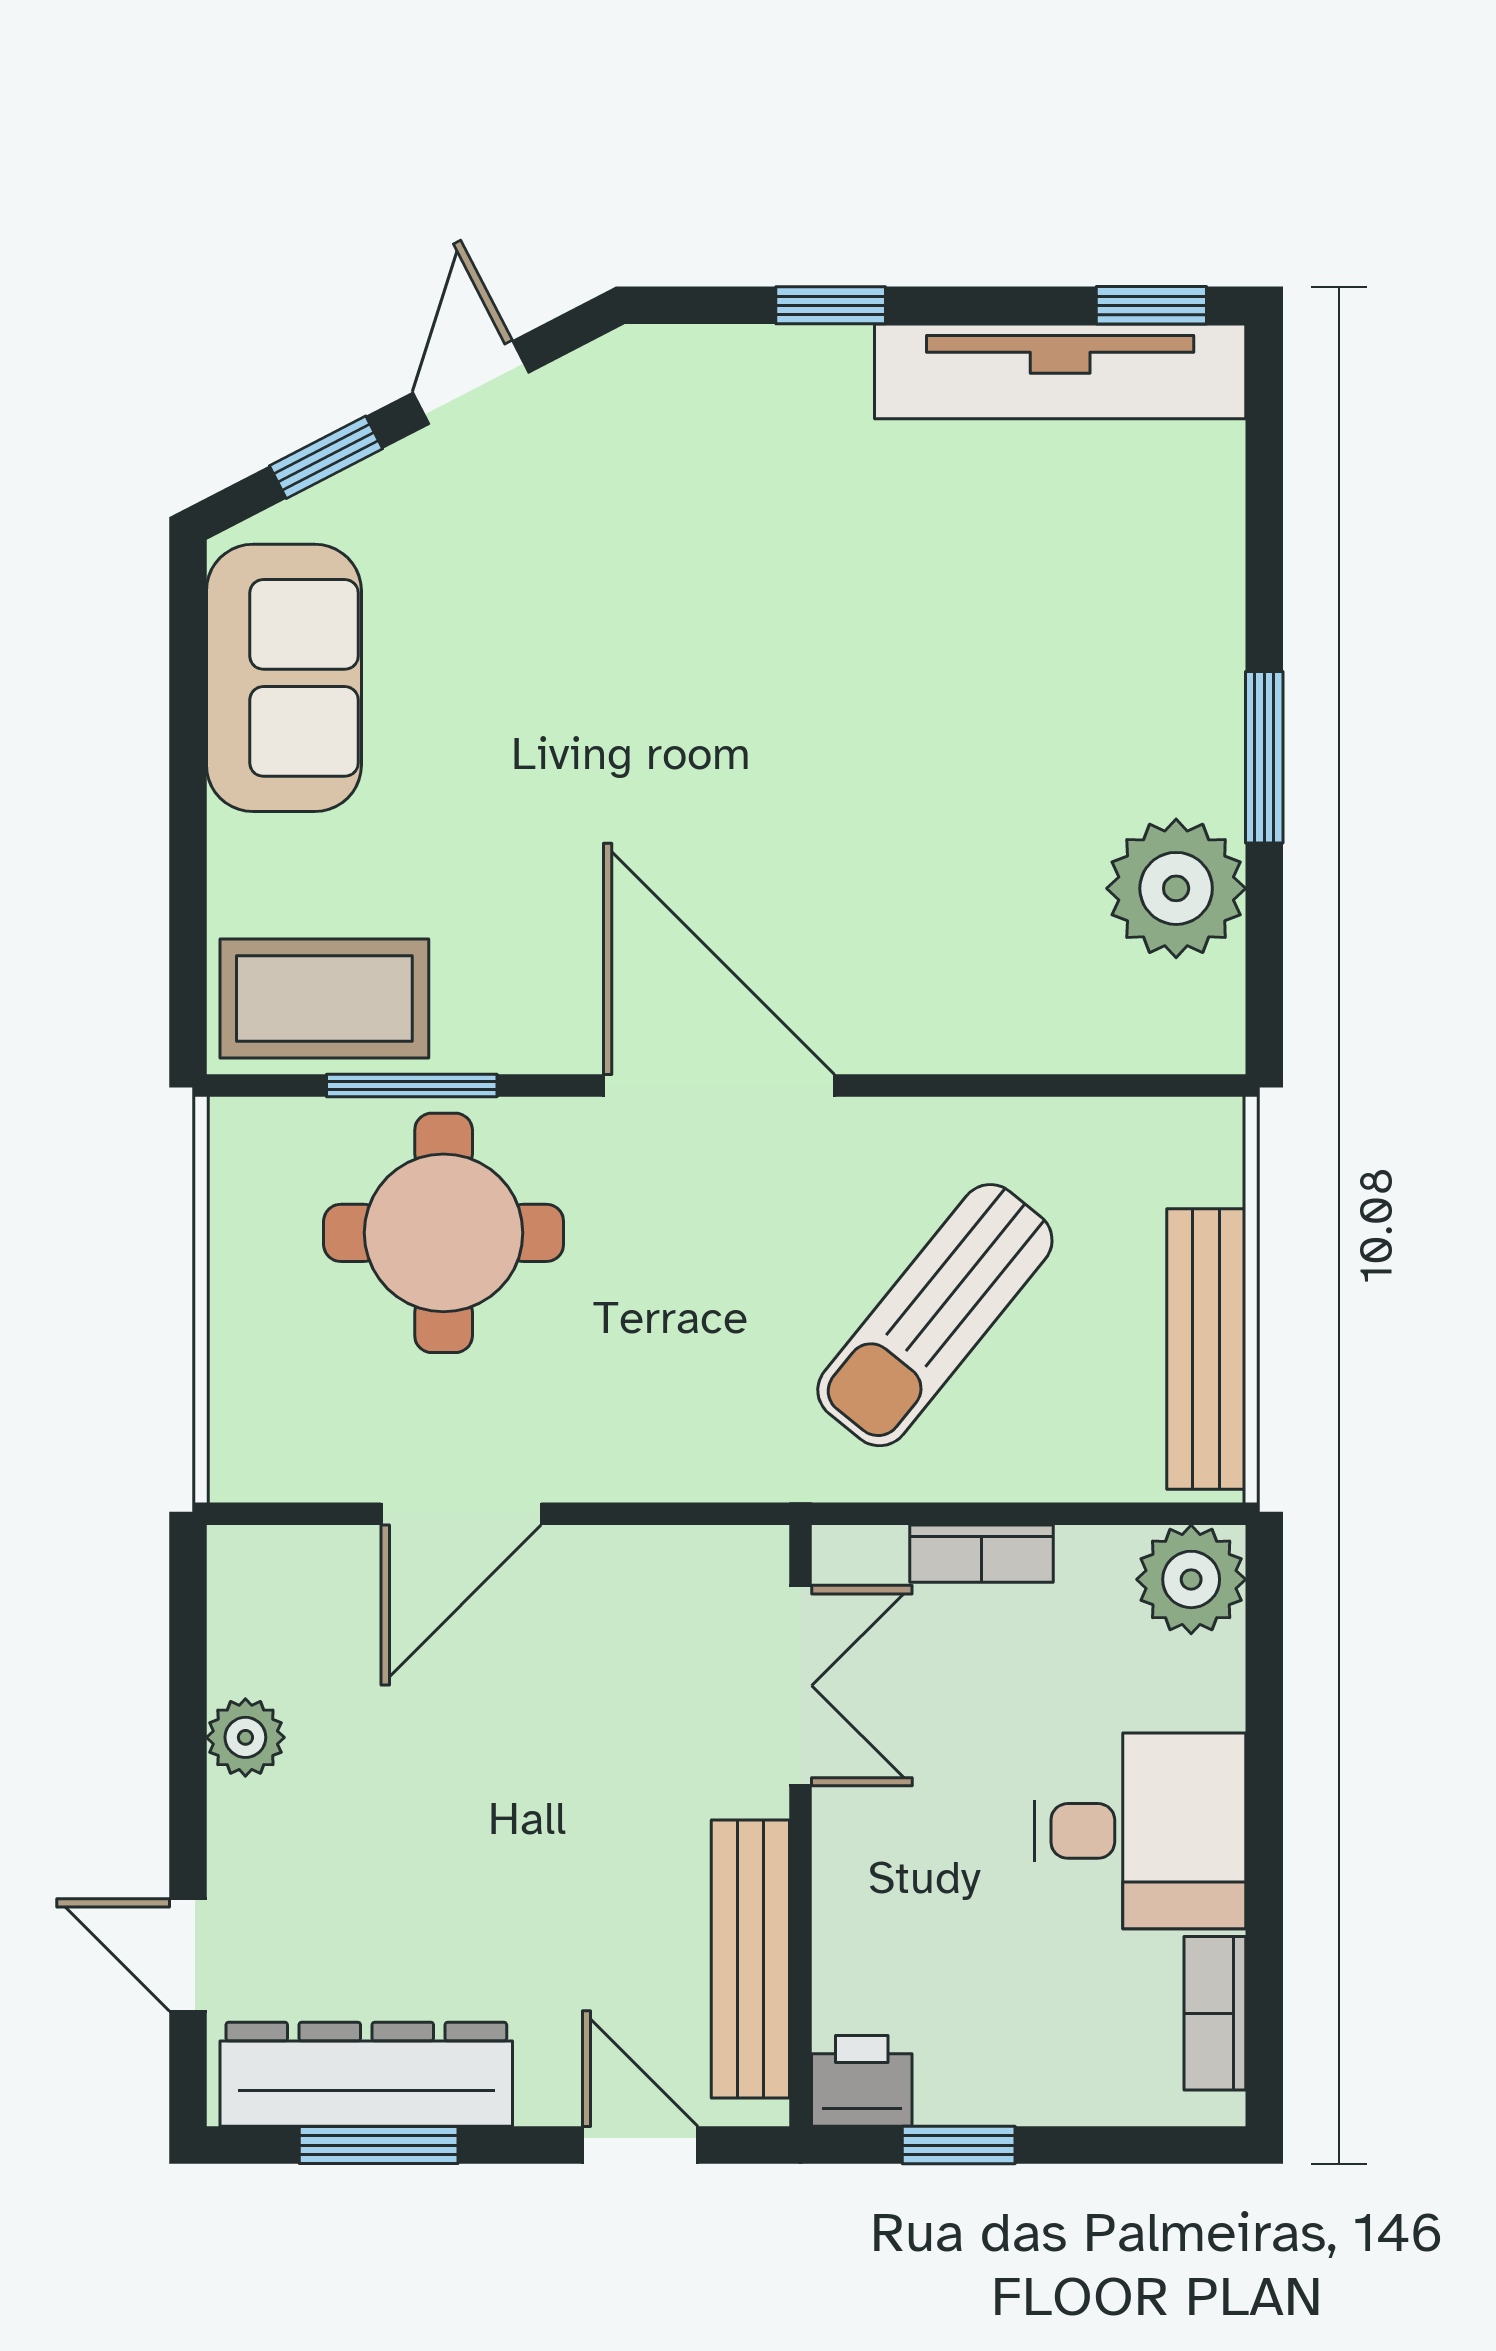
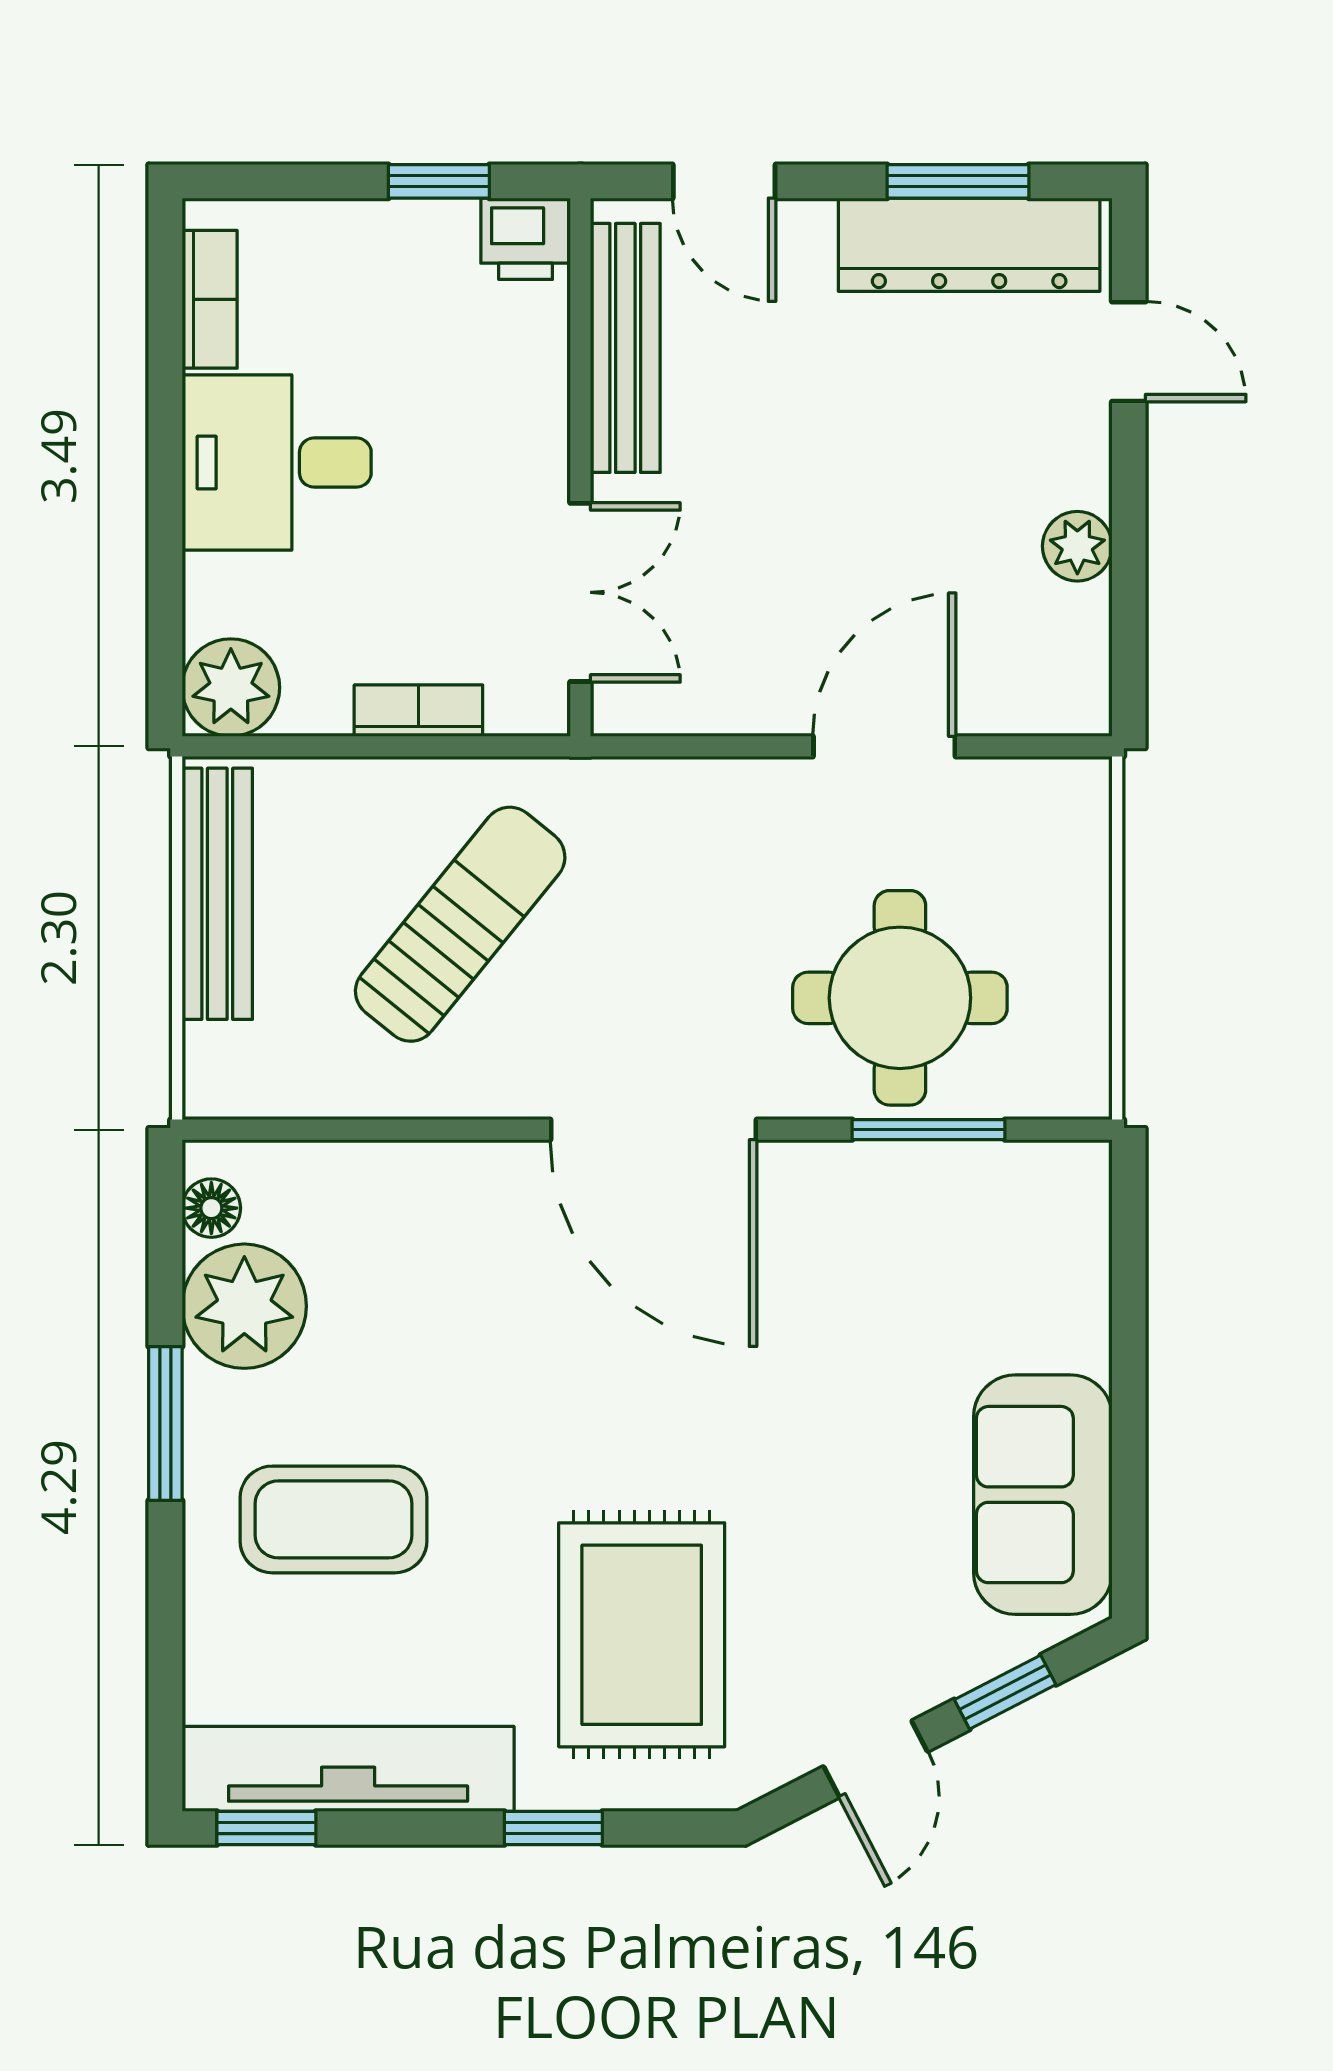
rug: (732, 521) -> (642, 1635), added
floor lamp: (1213, 998) -> (211, 1208), added
coffee table: (324, 999) -> (334, 1519), moved
double door: (801, 1686) -> (580, 592), swing flipped

